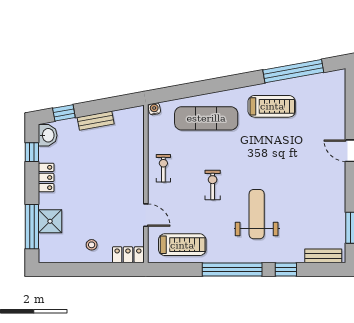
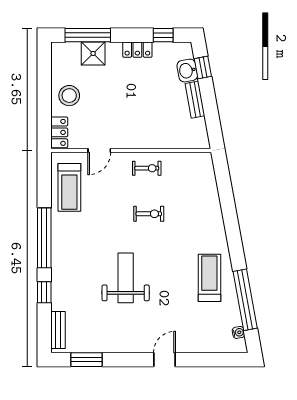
treadmill: (272, 106) -> (209, 278), turned 180
water cooler: (154, 109) -> (238, 332), moved
exercise mat: (206, 118) -> (197, 212), removed
washbasin: (48, 135) -> (187, 71), moved, turned 80
exercise bike: (213, 185) -> (149, 214), moved
weight bench: (257, 214) -> (126, 278), moved, turned -90
stool: (92, 245) -> (69, 96), width x1.89, depth x1.89

